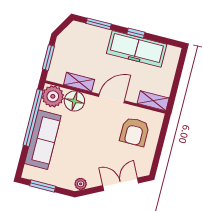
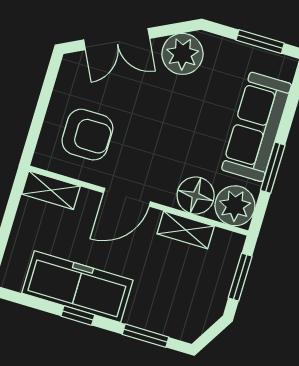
window: (33, 118) -> (273, 168), width x0.47
armchair: (135, 132) -> (87, 135), turned 90
plant: (81, 184) -> (182, 54), width x1.87, depth x1.87

